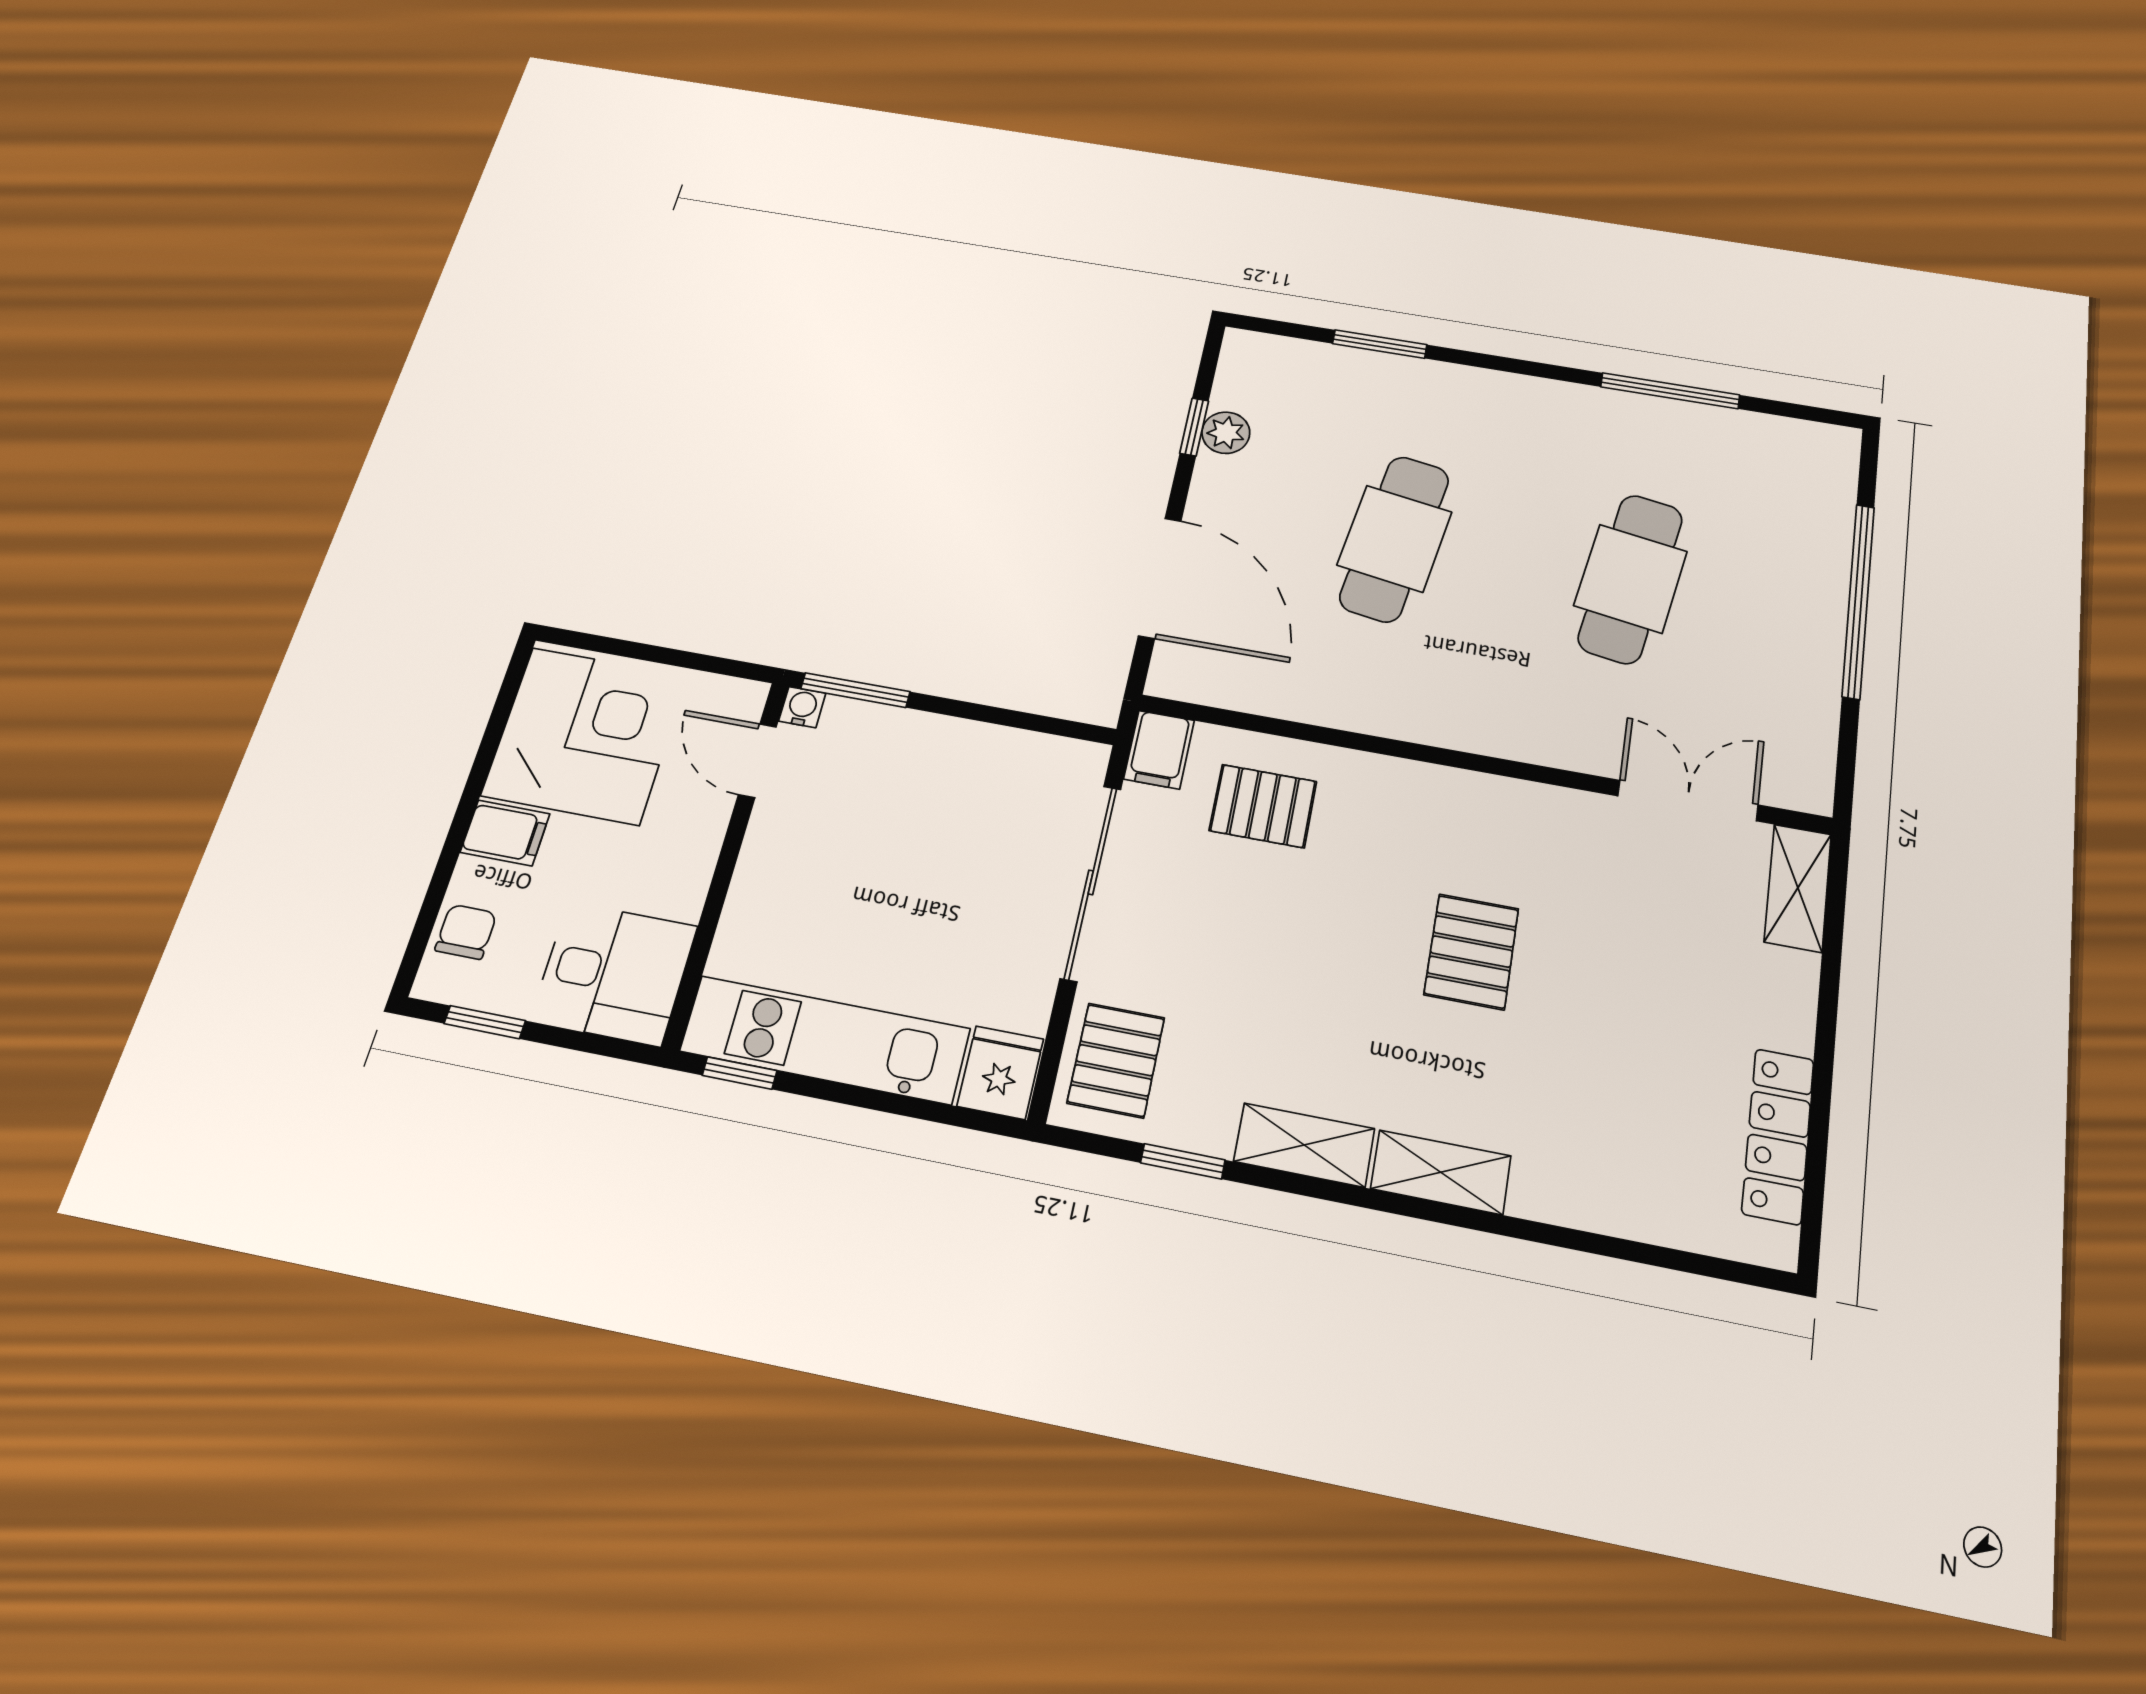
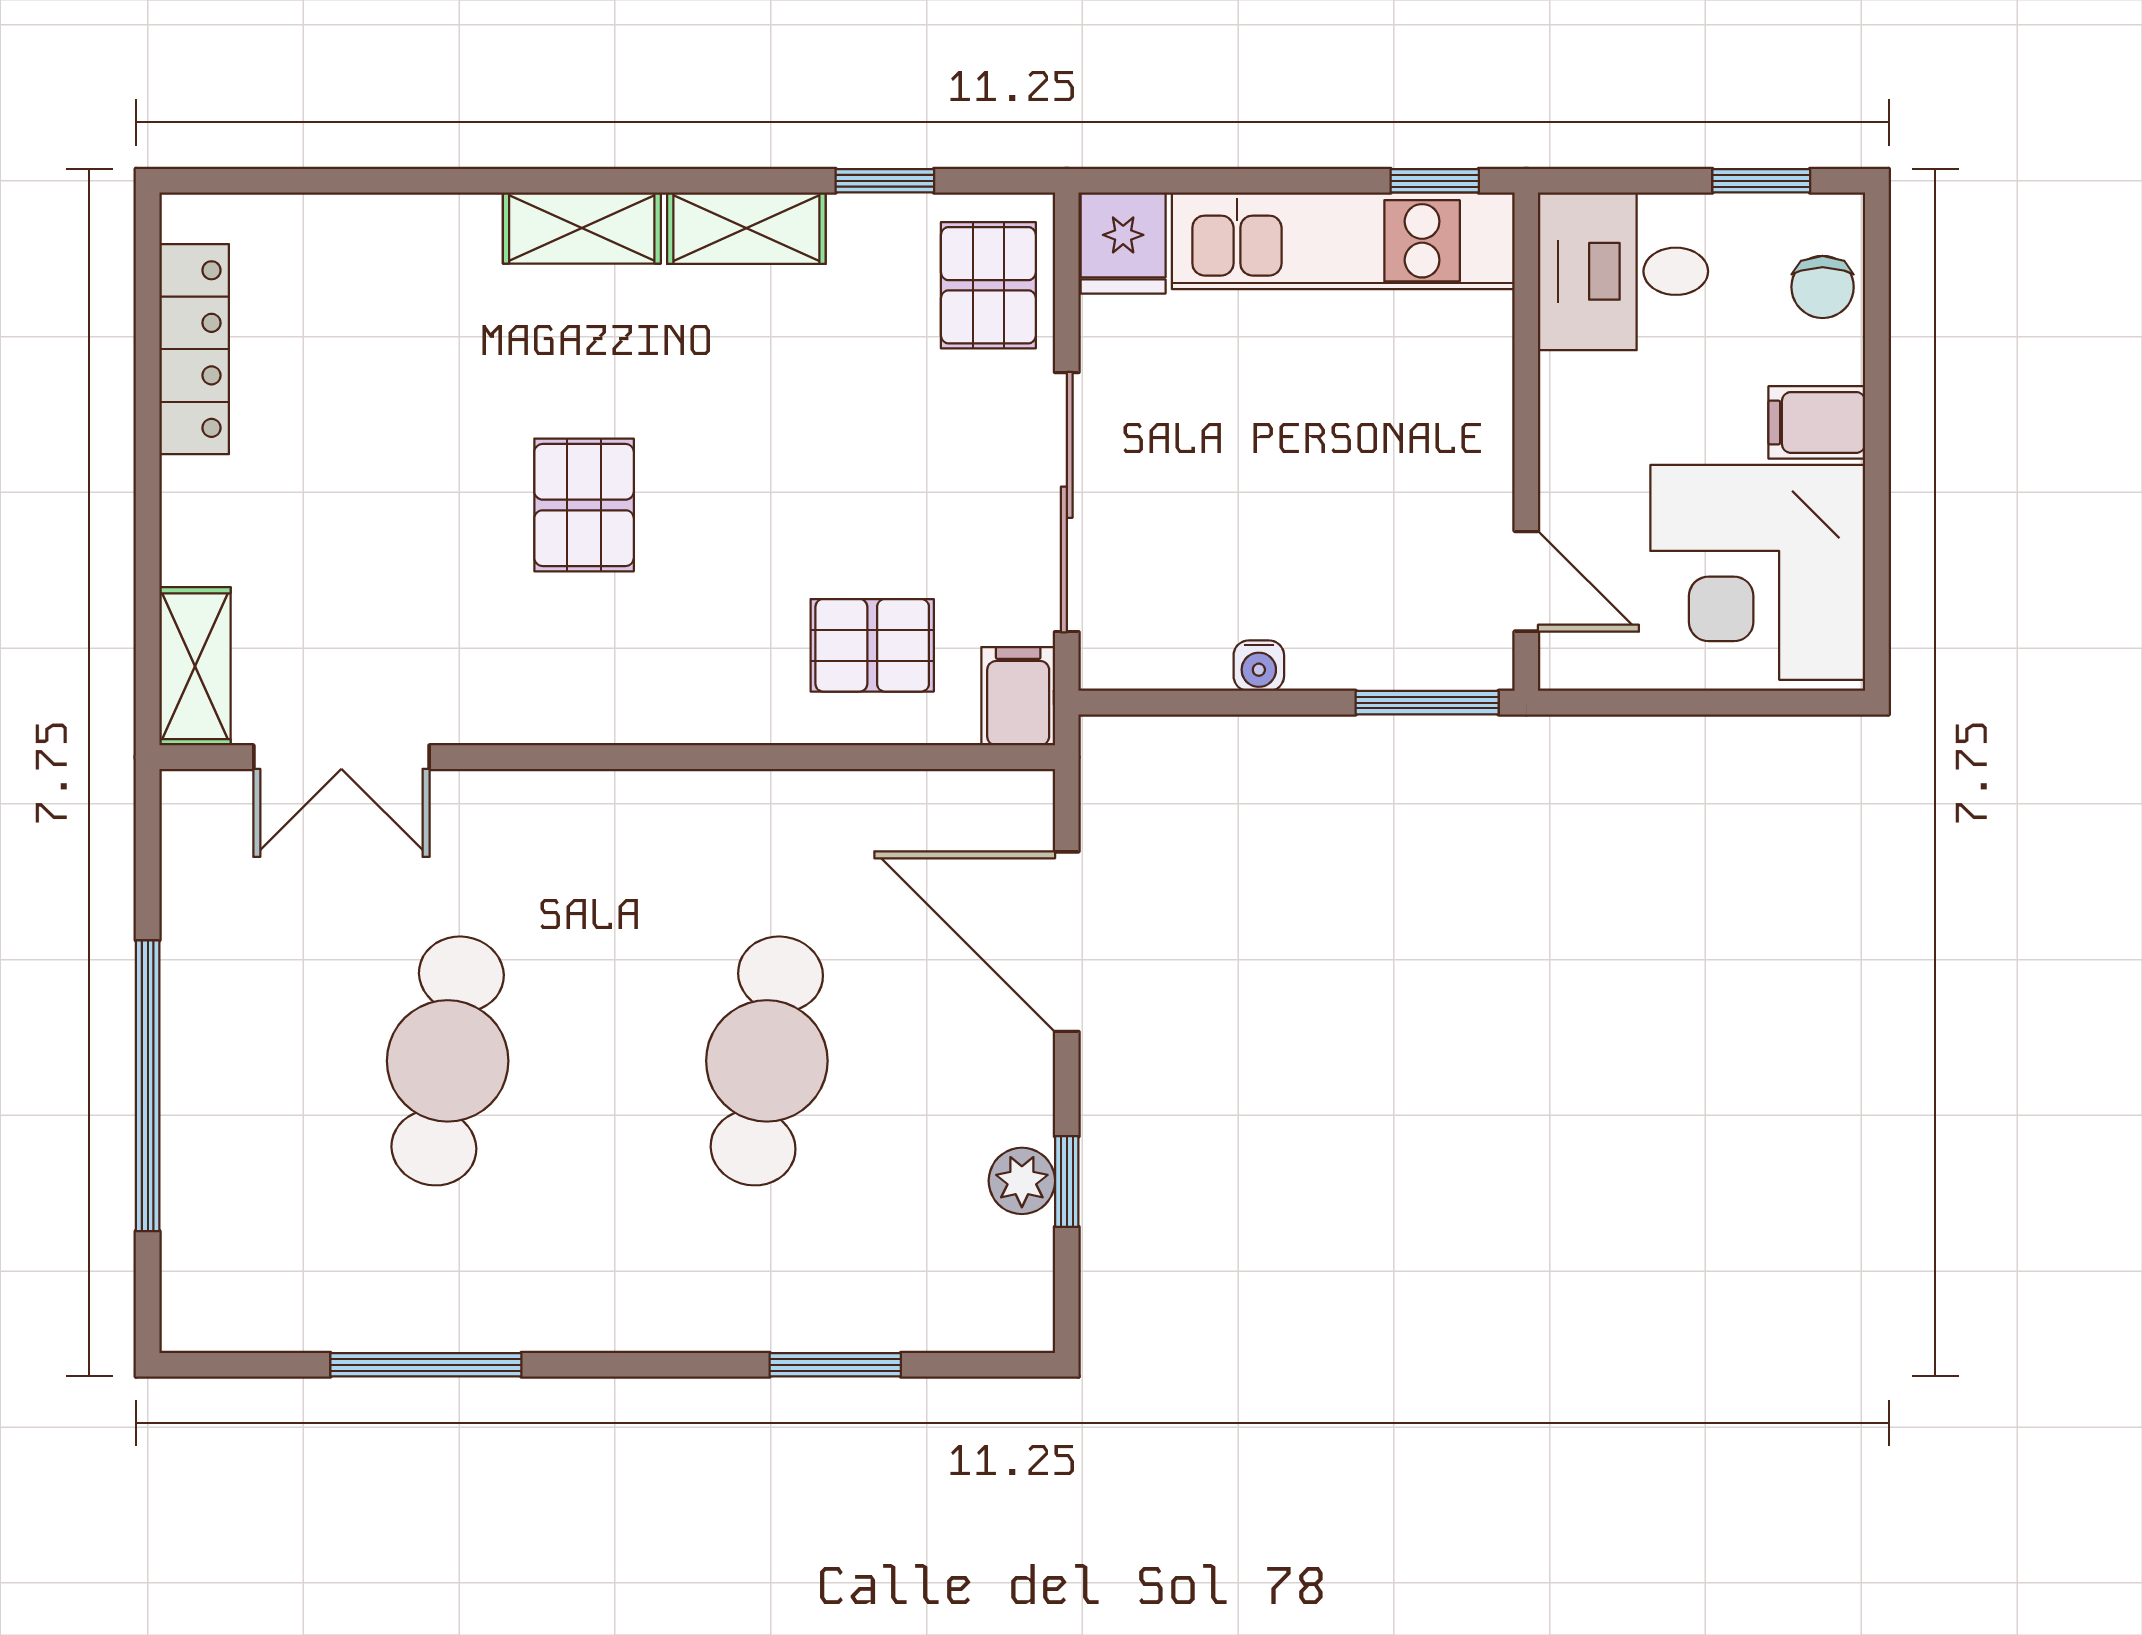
water cooler: (802, 707) -> (1259, 666), moved

